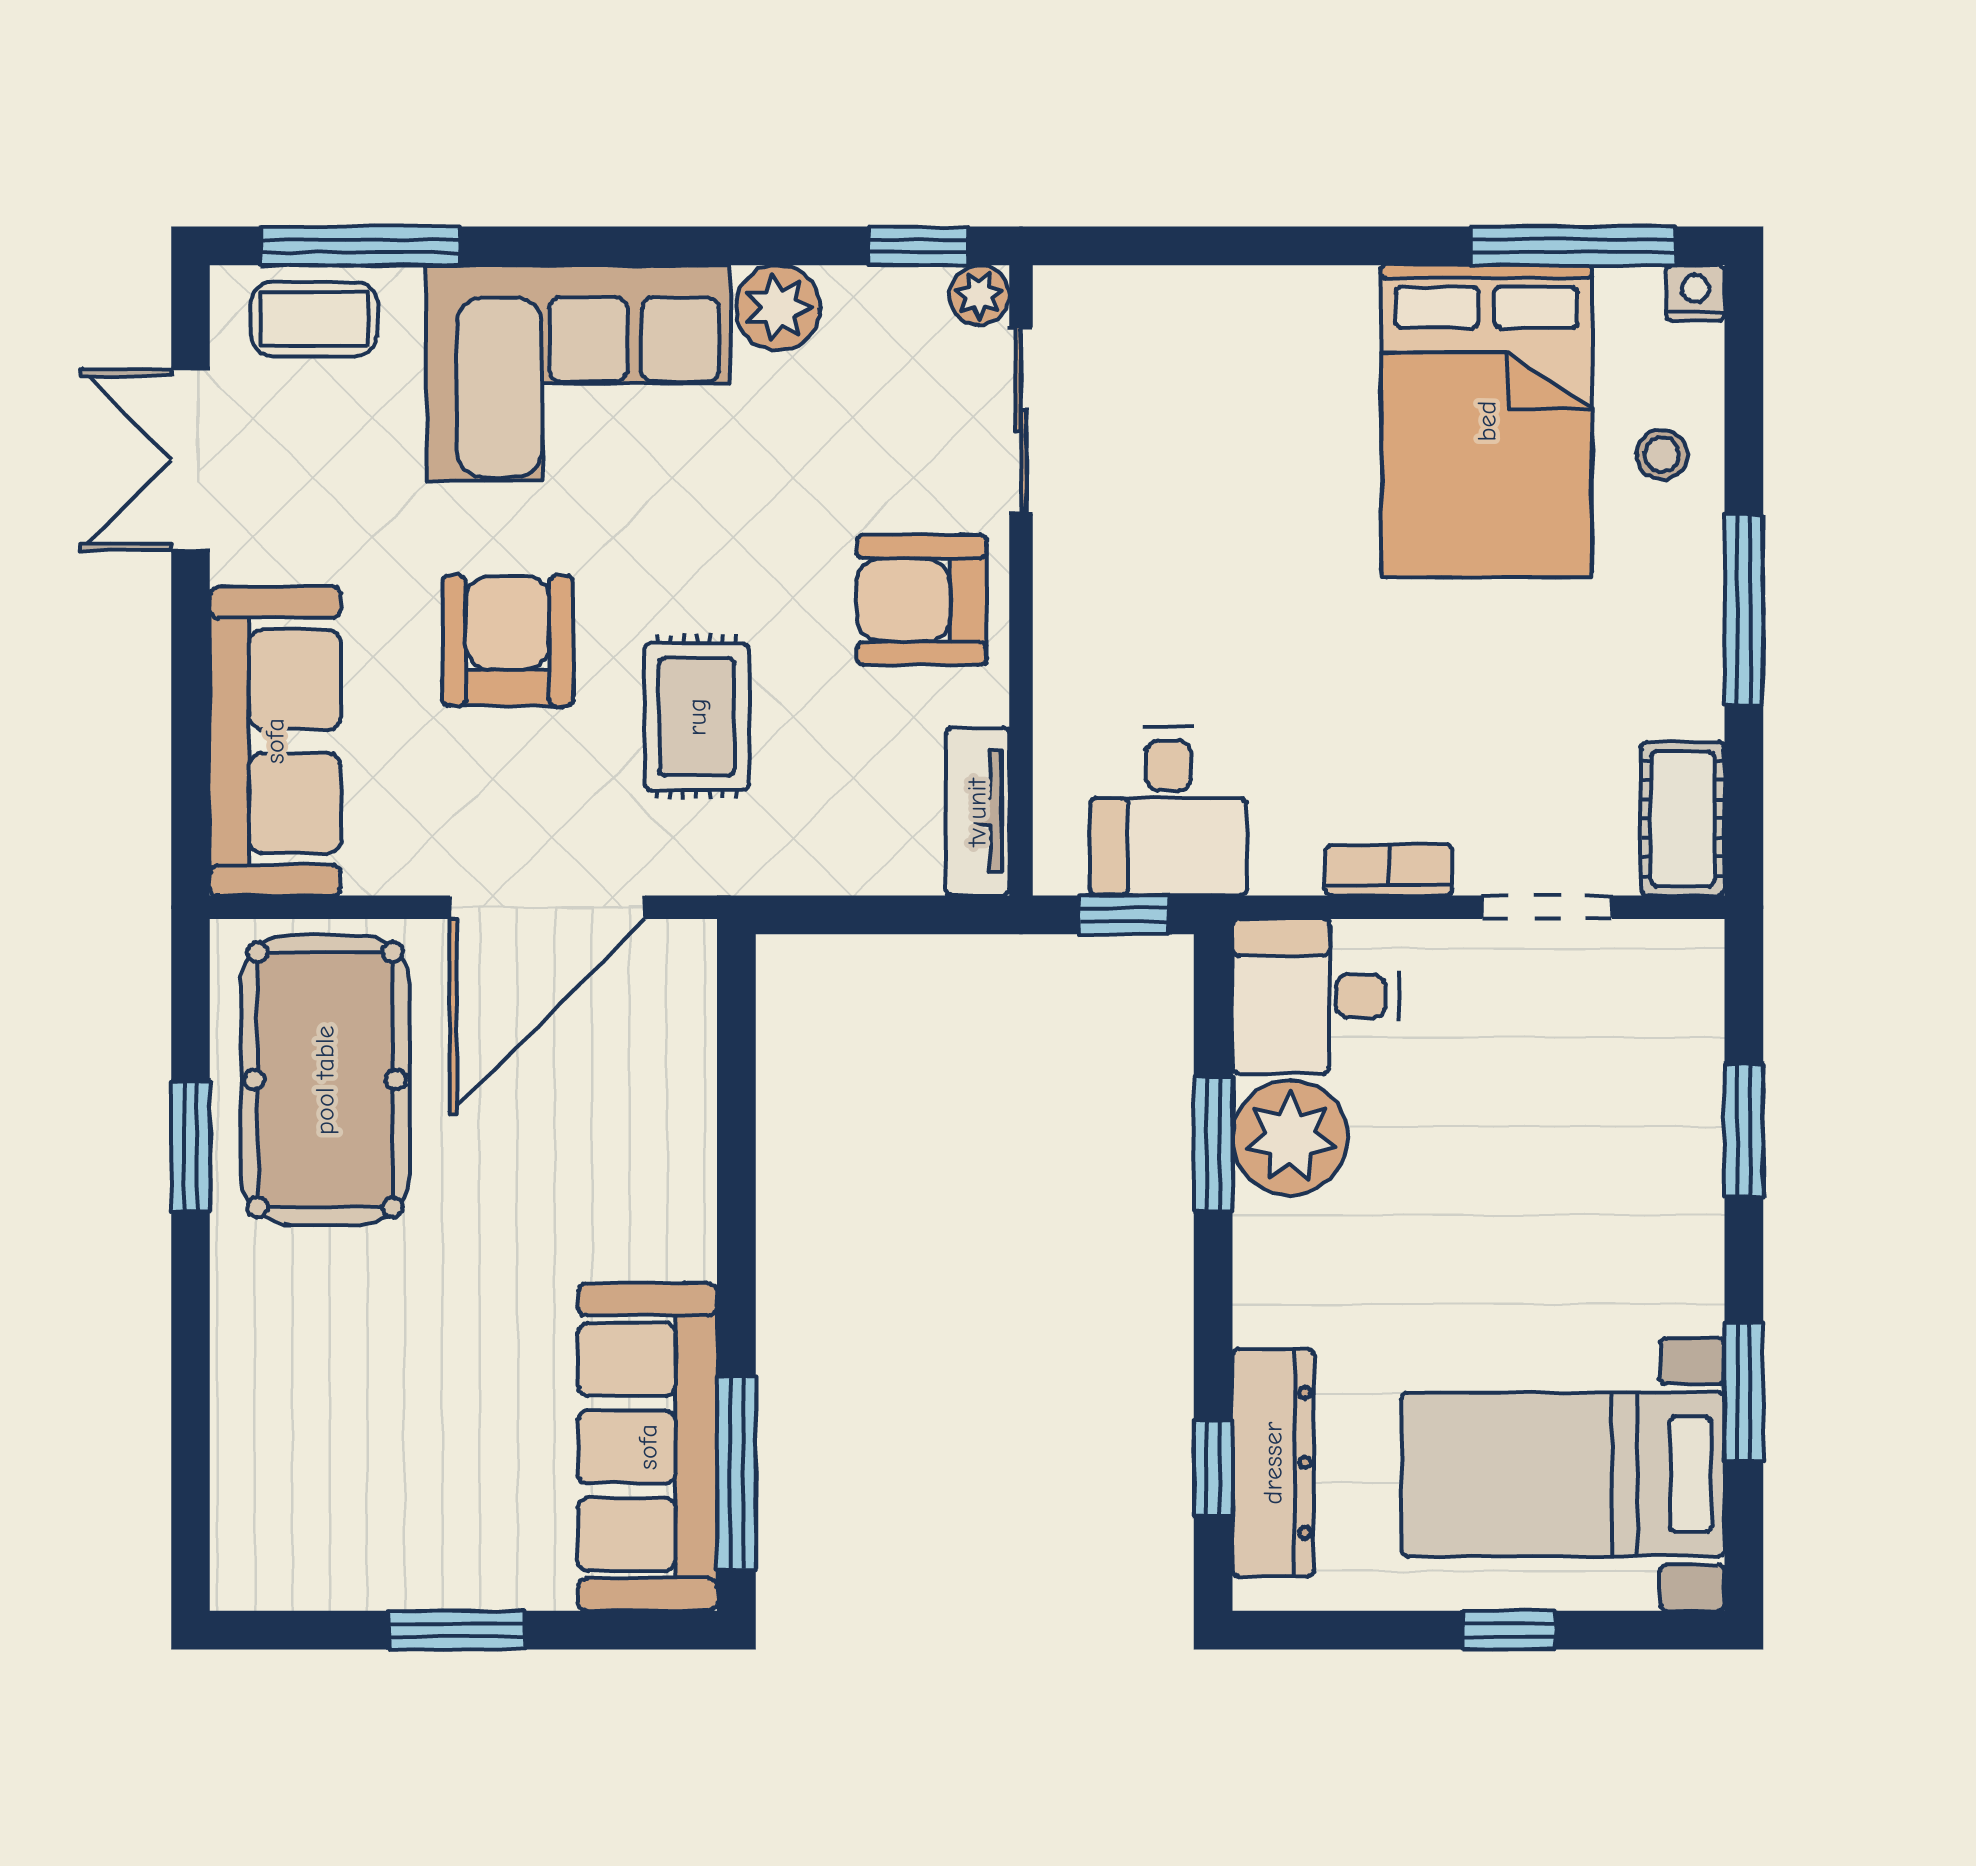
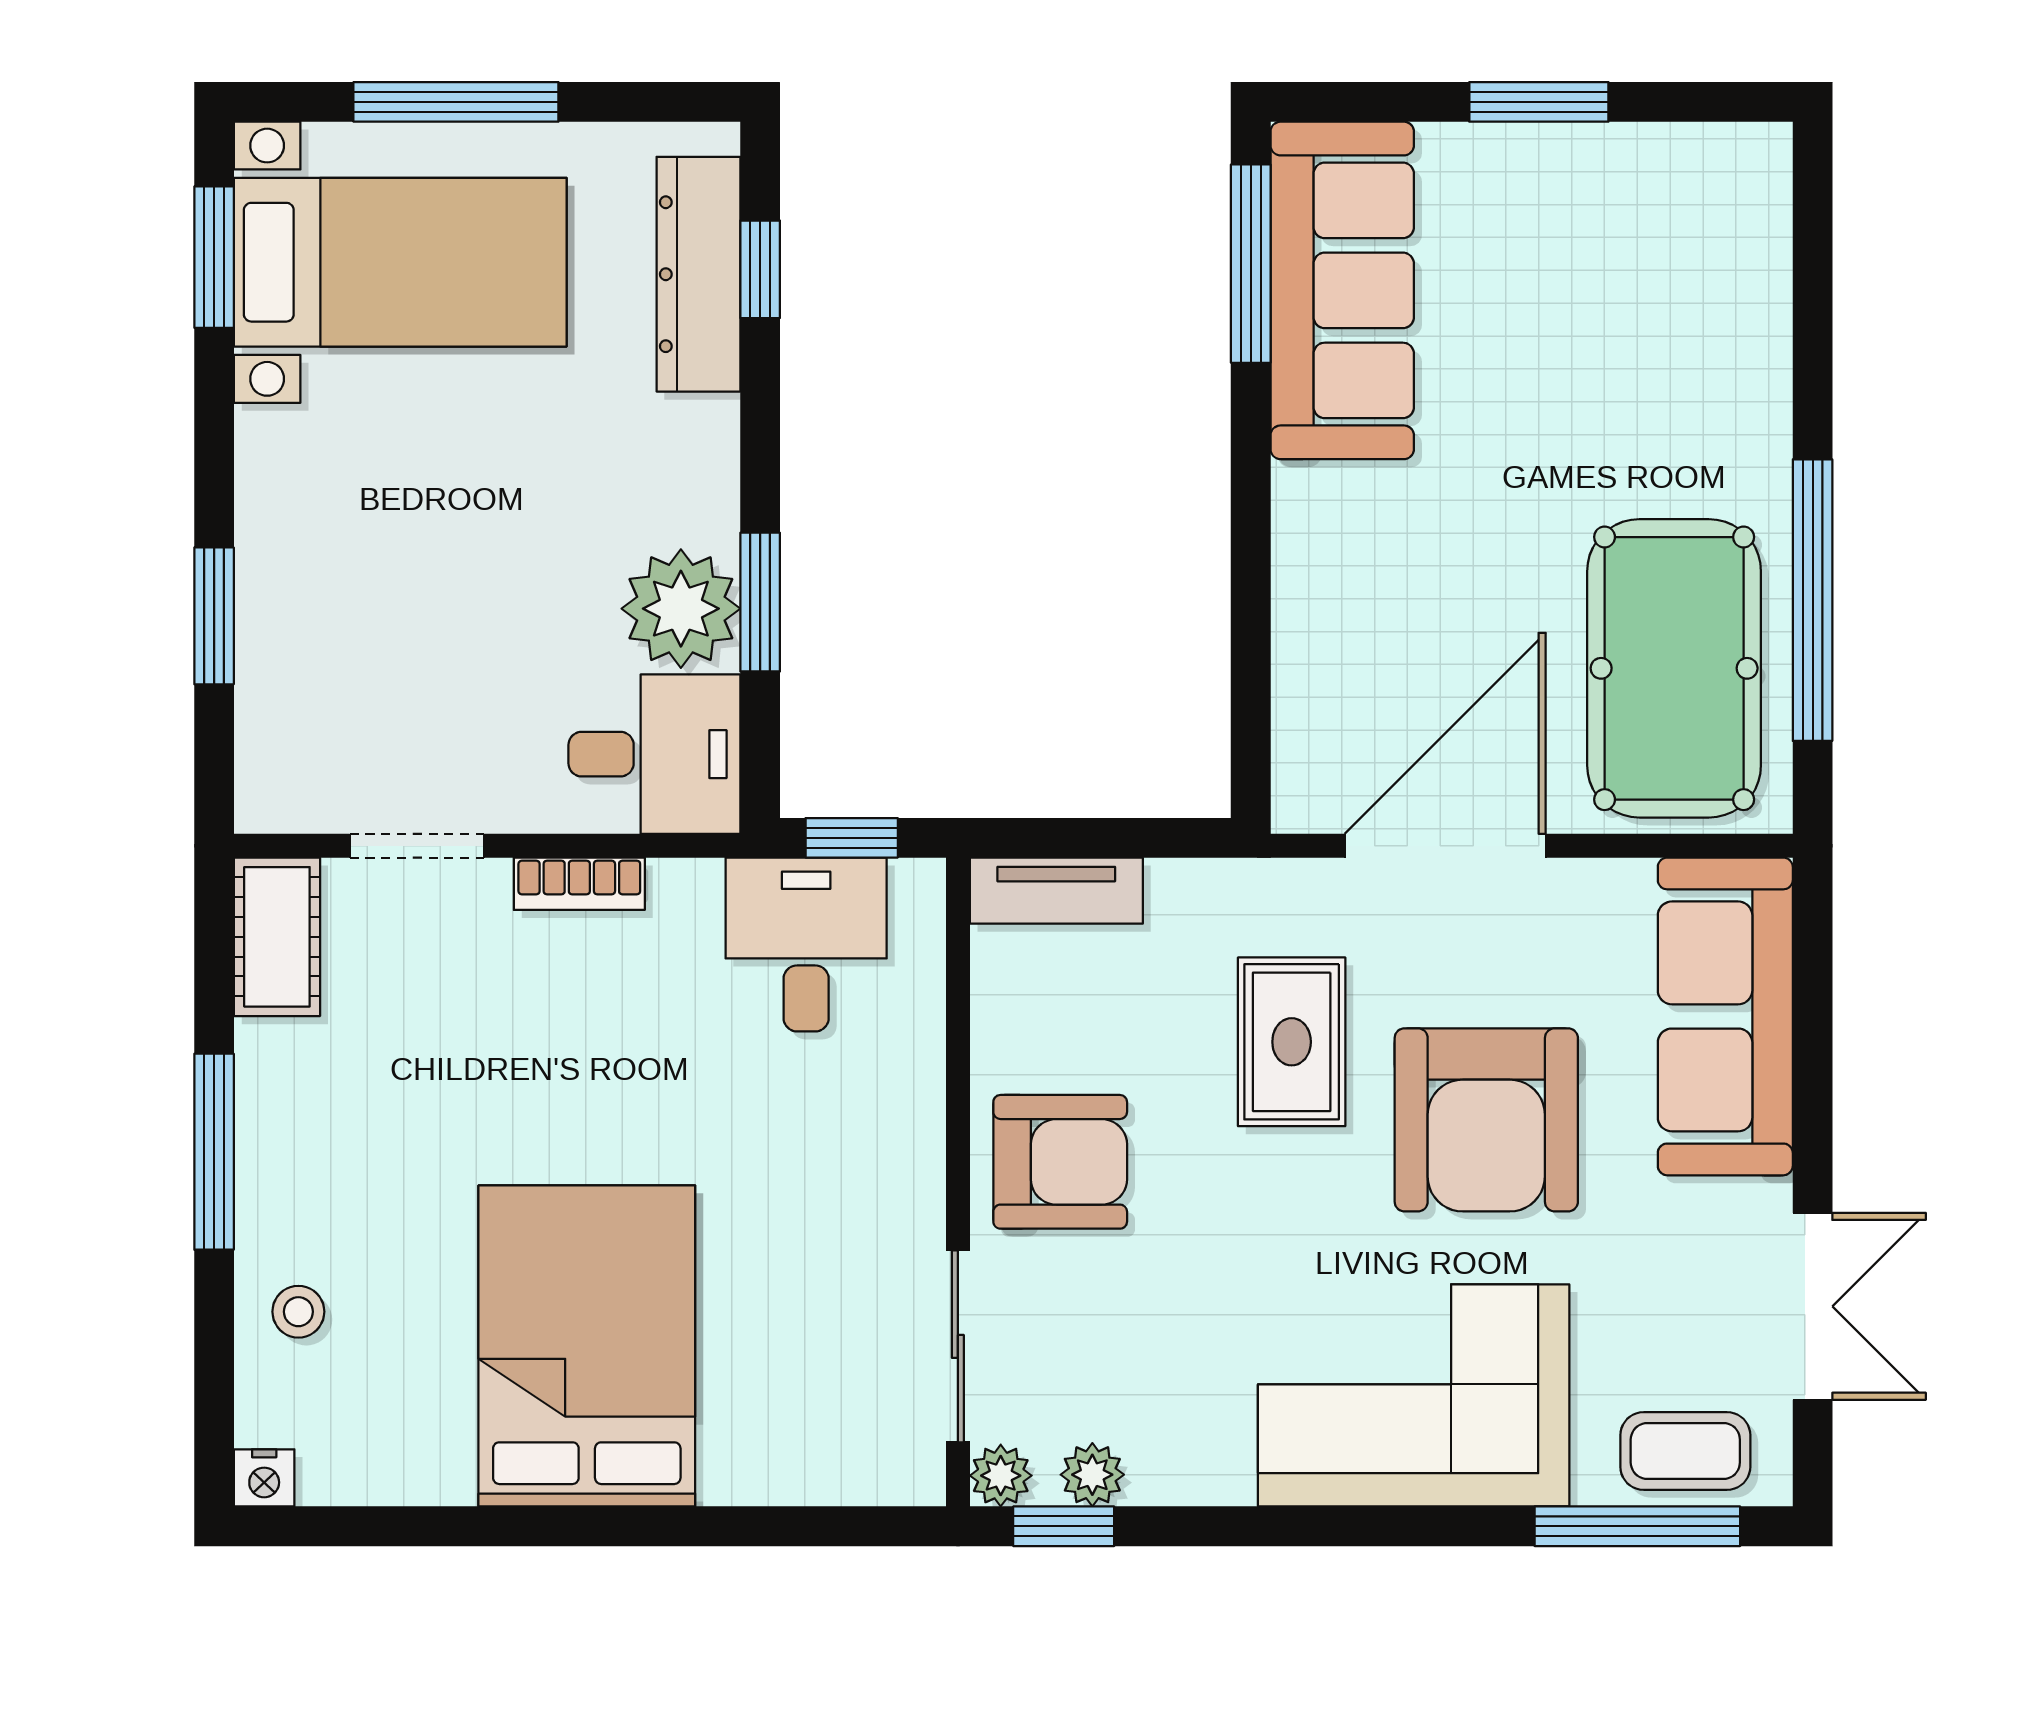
window: (1573, 246) -> (390, 1526), removed
plant: (778, 308) -> (1092, 1475), moved, width x0.73, depth x0.73
bed: (1487, 421) -> (587, 1346), moved
armchair: (508, 641) -> (1486, 1120), width x1.36, depth x1.36
tv unit: (977, 812) -> (1056, 891), moved, turned 90
window: (191, 1146) -> (1813, 600), width x2.11
window: (1744, 1392) -> (214, 257), moved
window: (1509, 1630) -> (456, 102), width x2.17

